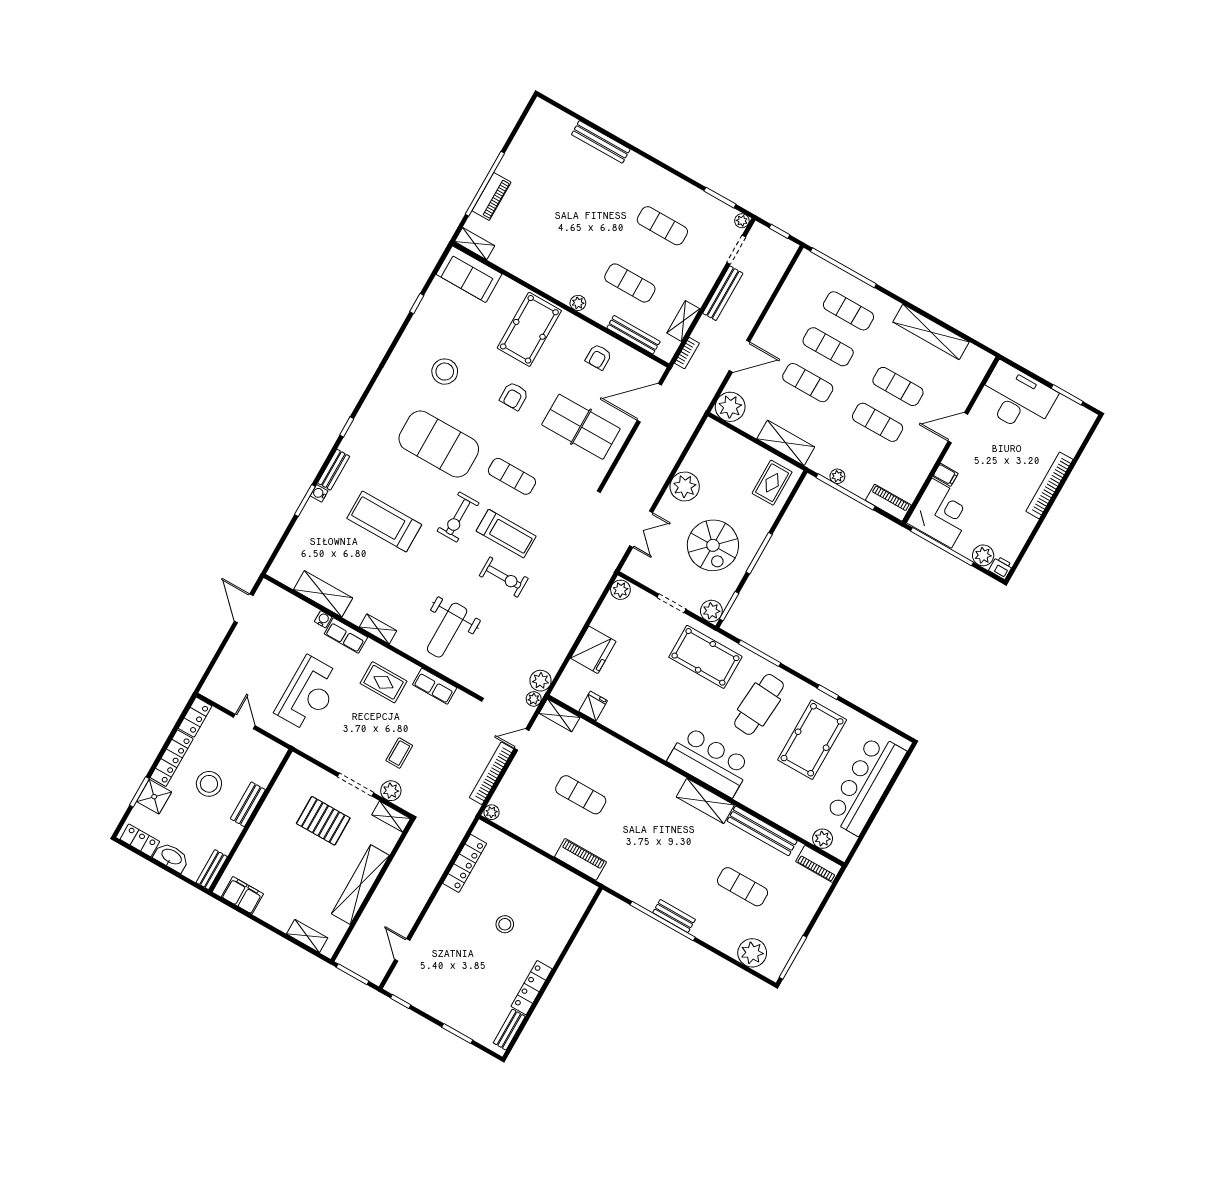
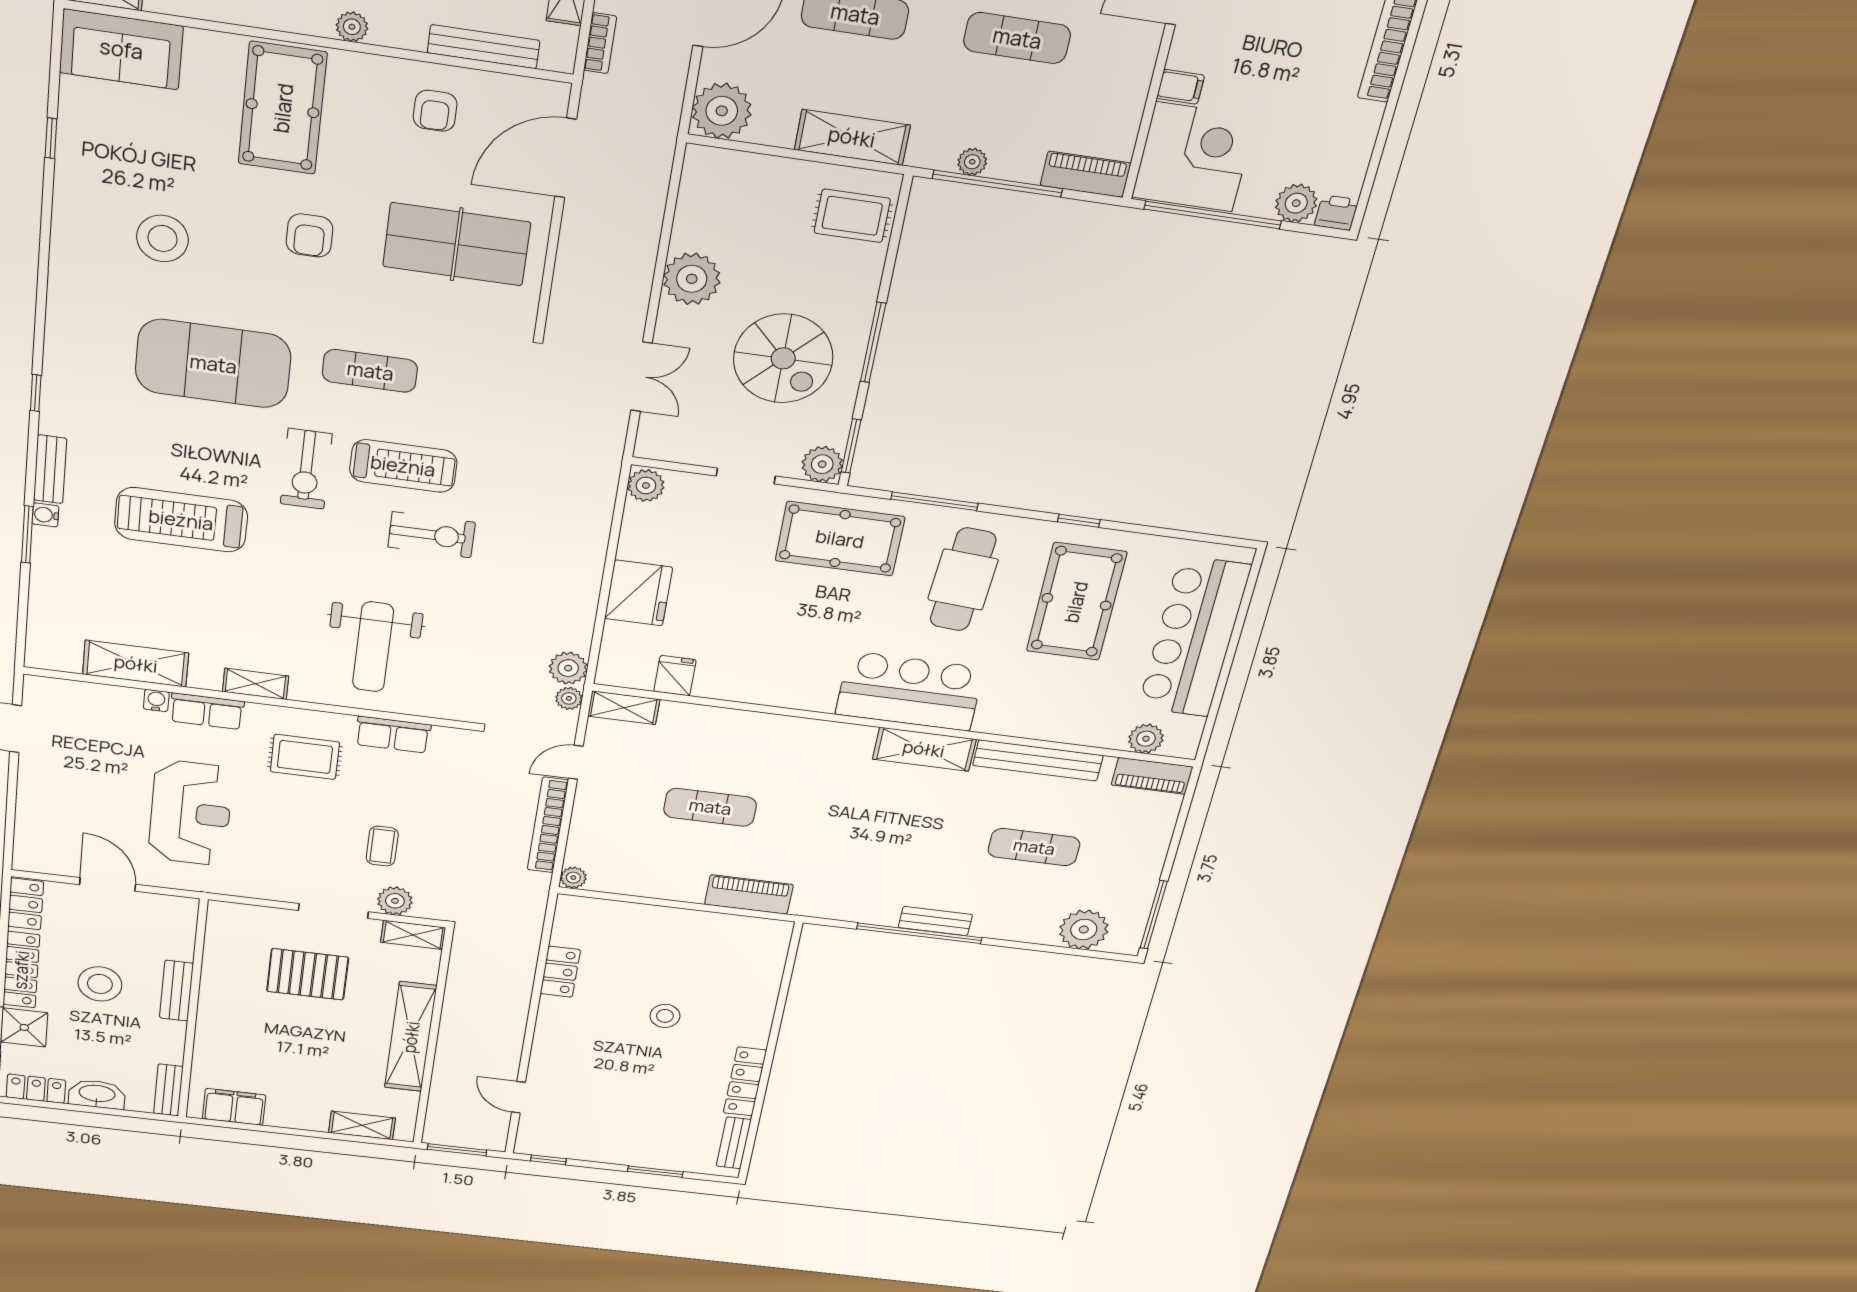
rug: (772, 483) -> (852, 216), turned 90
door: (244, 721) -> (108, 884), width x1.37
locker: (465, 863) -> (560, 972), width x0.66

